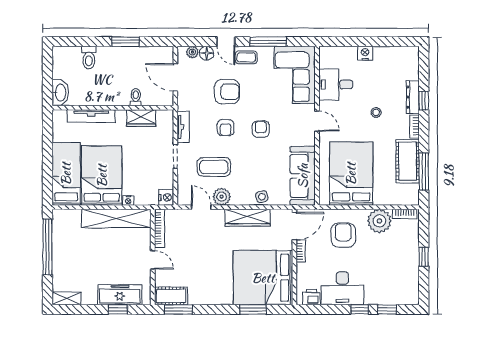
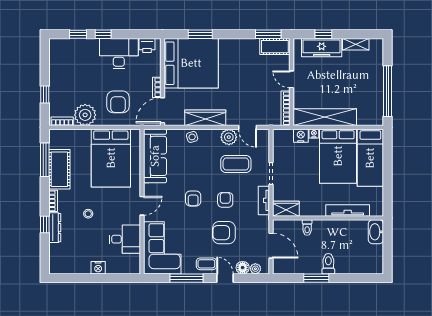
toilet: (89, 58) -> (328, 264), moved
wardrobe: (141, 118) -> (286, 209), moved
door: (317, 121) -> (142, 206), swing flipped
nightstand: (166, 197) -> (301, 136), moved, turned 90
window: (424, 257) -> (45, 94), moved
shelving: (66, 298) -> (356, 44), moved

